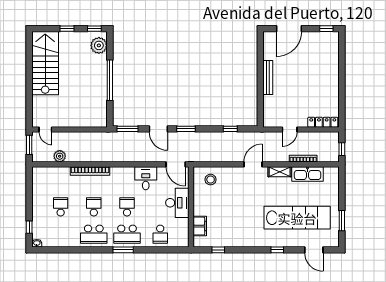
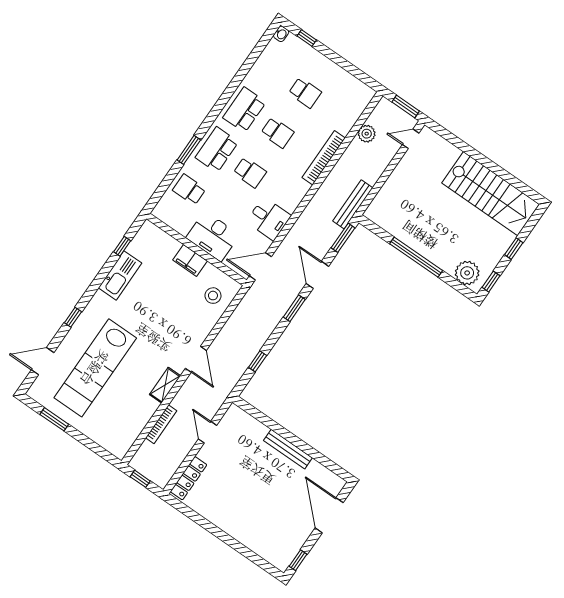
door: (158, 129) -> (317, 275), hinge flipped
bench: (105, 136) -> (353, 204), added
kitchen sink: (307, 174) -> (120, 275), moved, turned 180
filing cabinet: (200, 226) -> (190, 260), moved
window: (123, 250) -> (189, 150), moved

